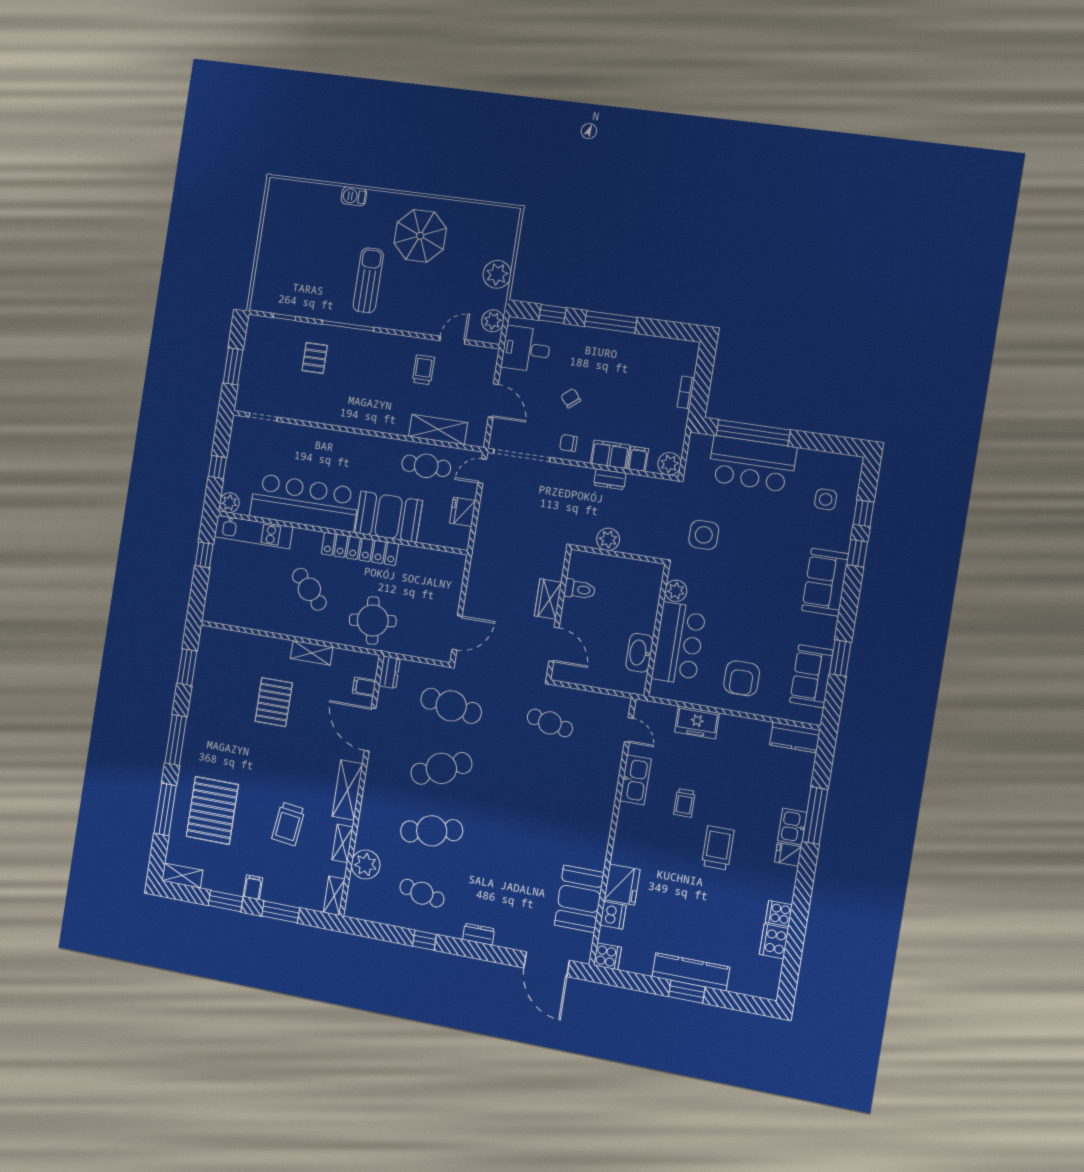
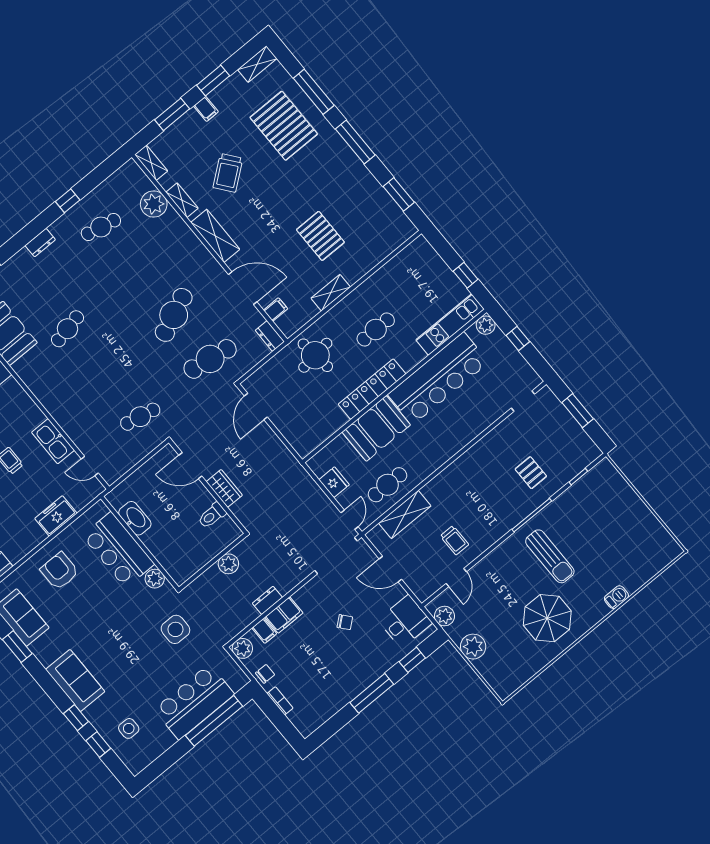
chair: (568, 443) -> (265, 674), moved
cafe table: (309, 589) -> (376, 329), turned -46
trolley: (288, 824) -> (228, 173), turned -135
cafe table: (432, 831) -> (68, 329), moved, width x0.73, depth x0.74

